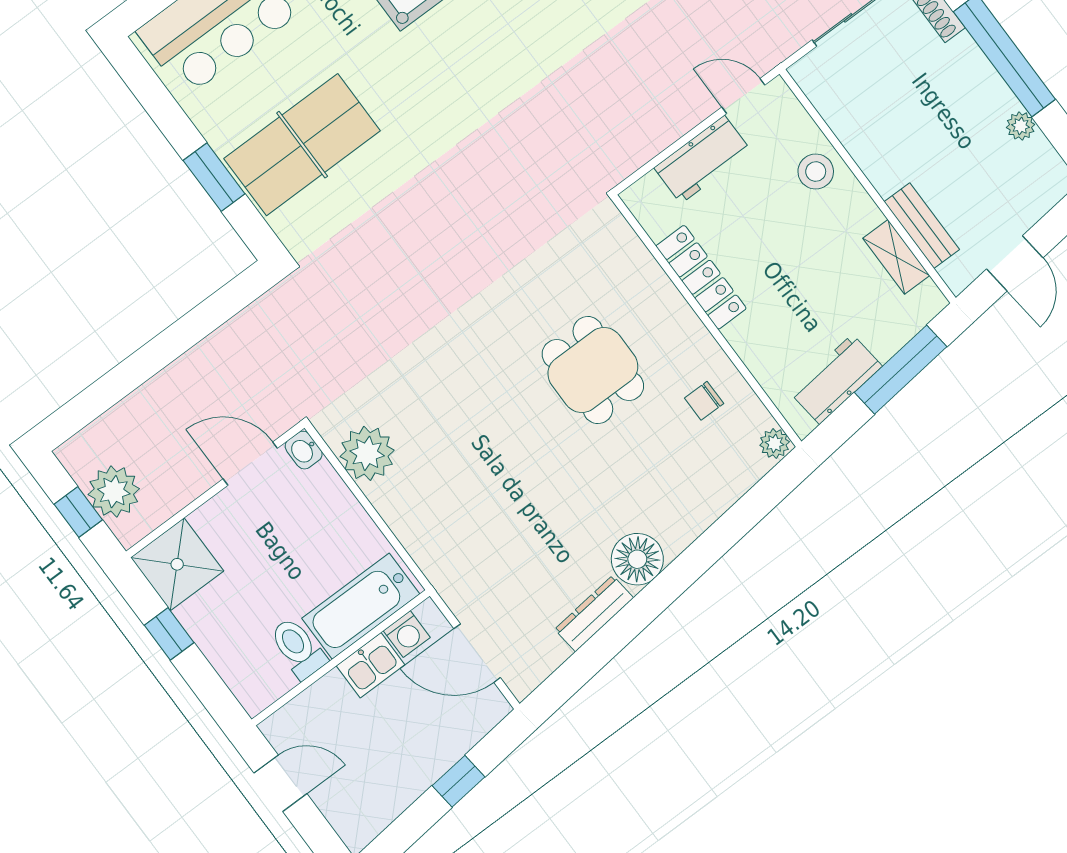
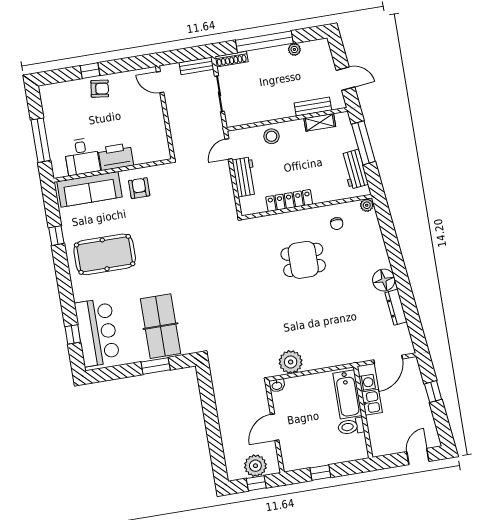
door: (250, 464) -> (275, 427), moved
shower: (177, 564) -> (295, 456), removed
door: (280, 783) -> (418, 456), moved

